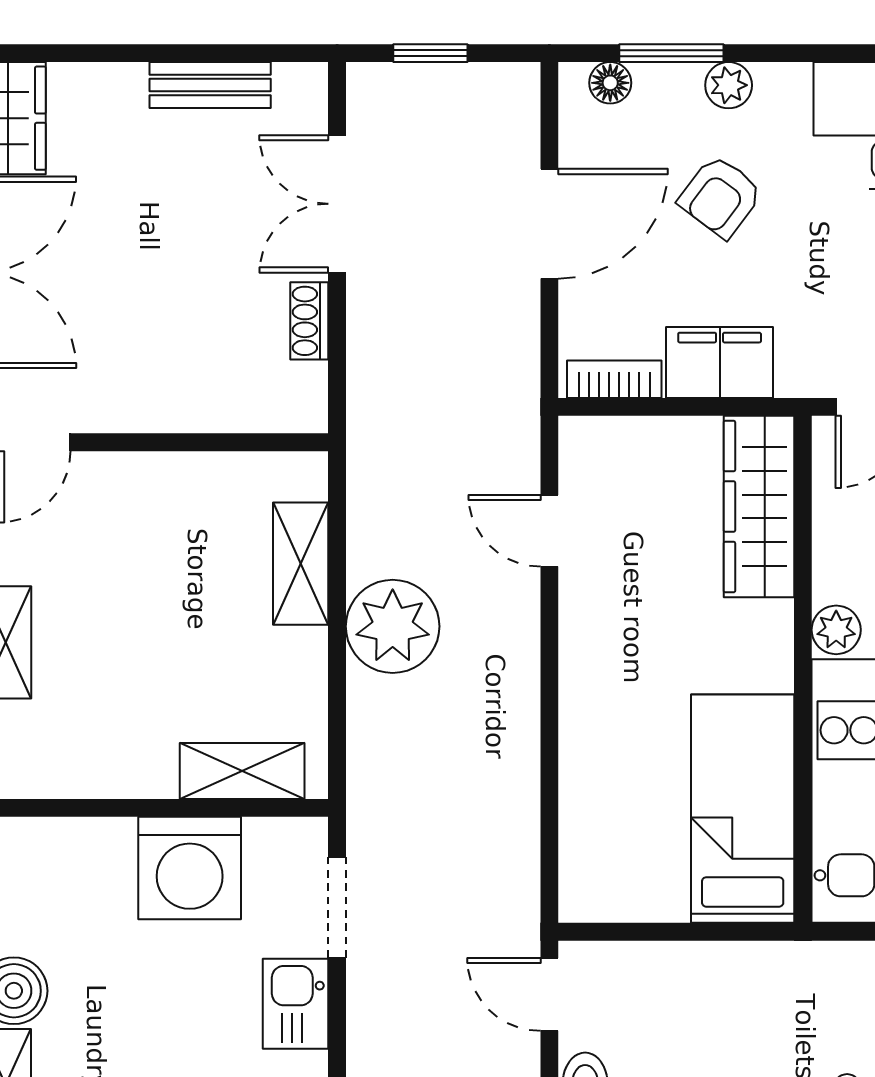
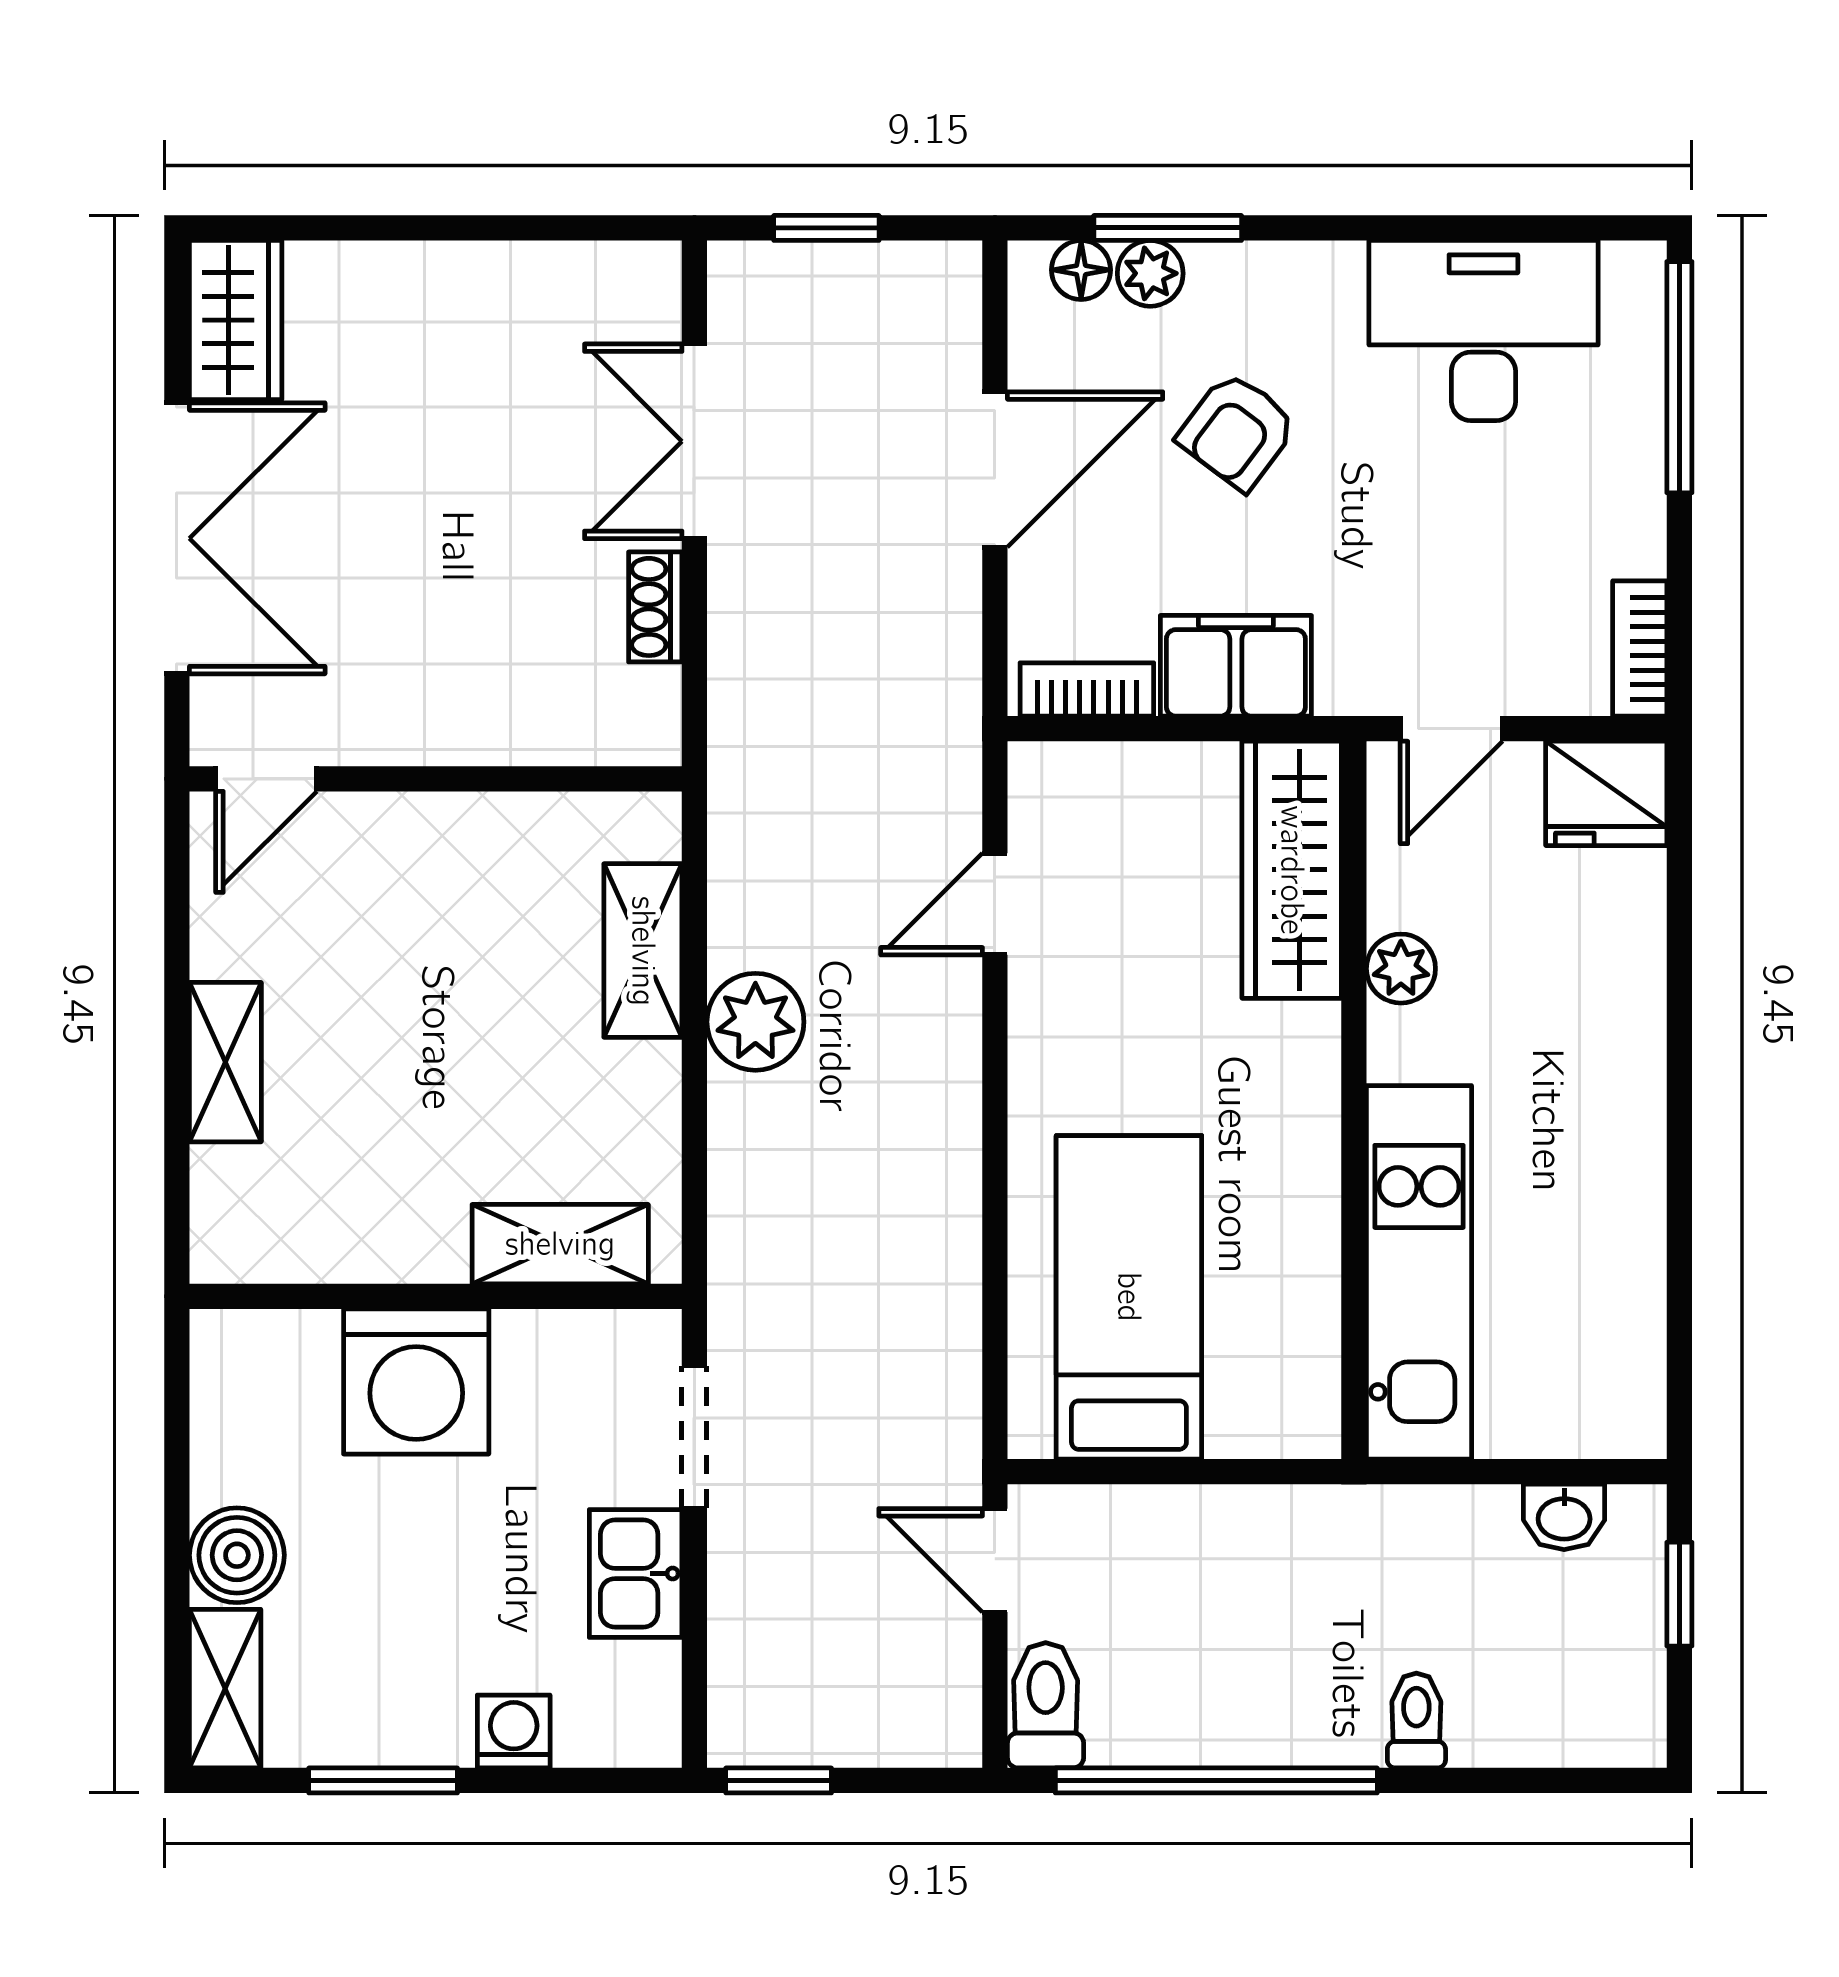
bench: (210, 85) -> (515, 273), removed
plant: (729, 85) -> (1150, 273), moved
door: (549, 531) -> (995, 904), hinge flipped
plant: (393, 626) -> (755, 1022), width x0.73, depth x0.73
plant: (836, 630) -> (1401, 969), moved
bed: (743, 809) -> (1129, 1297), moved
washing machine: (190, 868) -> (416, 1381), moved

